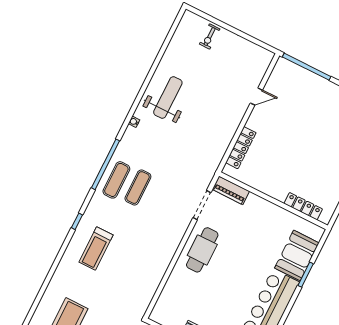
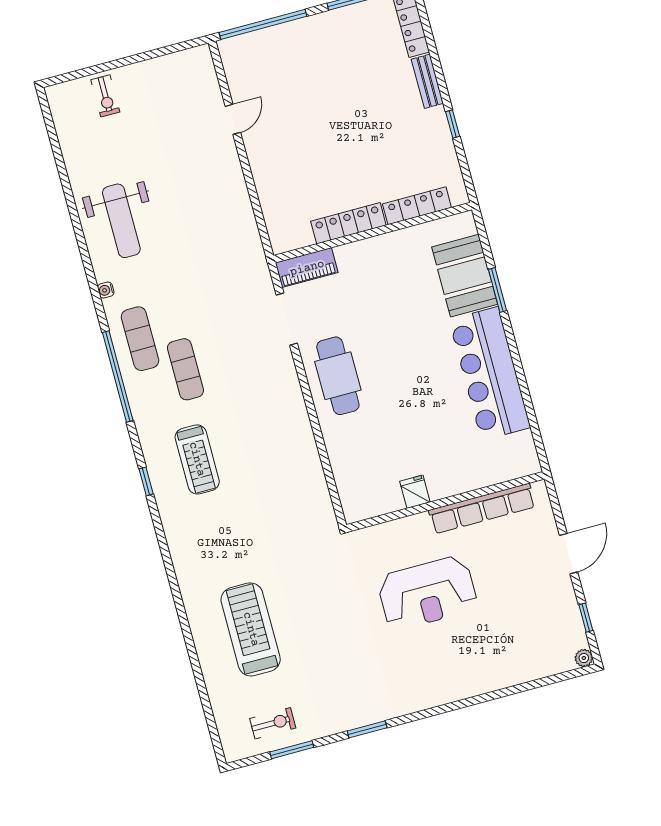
weight bench: (168, 97) -> (121, 221), turned 180
locker: (241, 148) -> (348, 223), moved, turned -90
exercise mat: (116, 180) -> (140, 339), moved
treadmill: (96, 248) -> (197, 459), moved

